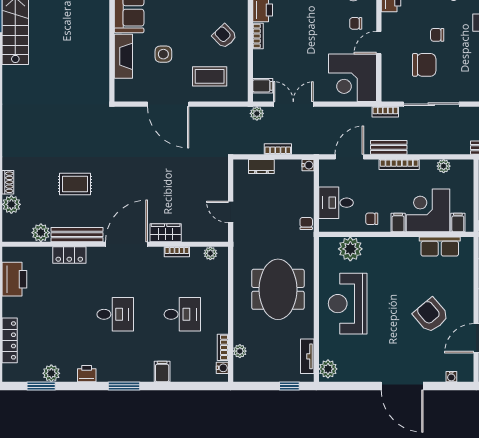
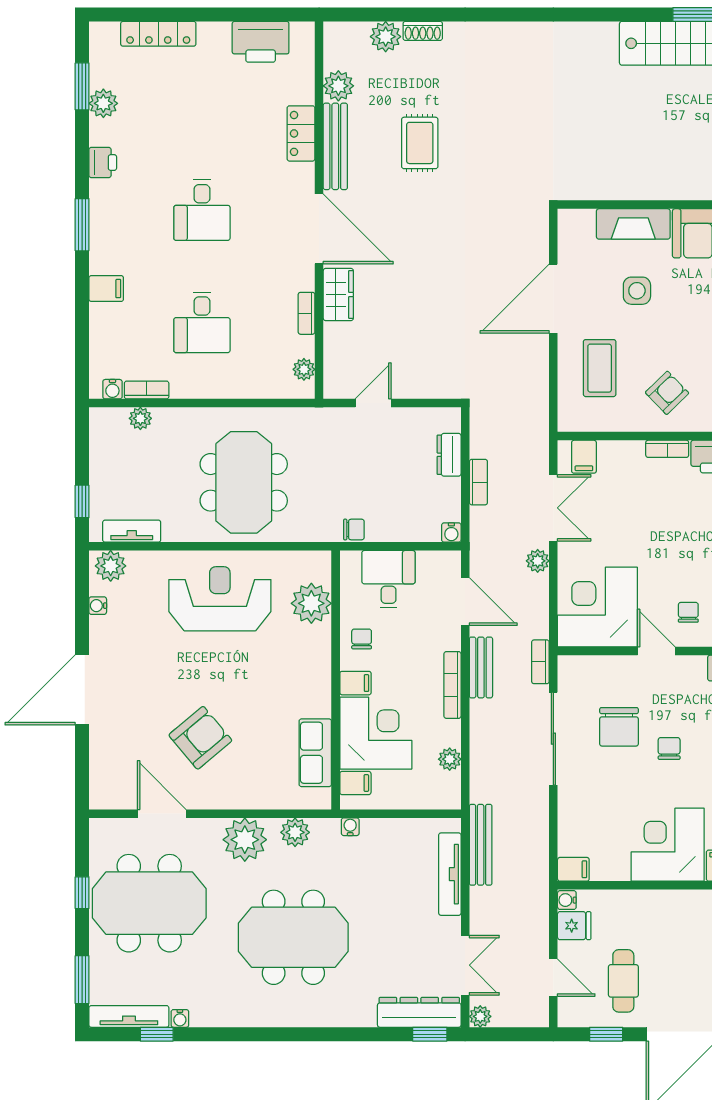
plant: (257, 113) -> (538, 561), moved
meeting table: (278, 289) -> (244, 482), turned 90
water cooler: (451, 377) -> (98, 606), moved

